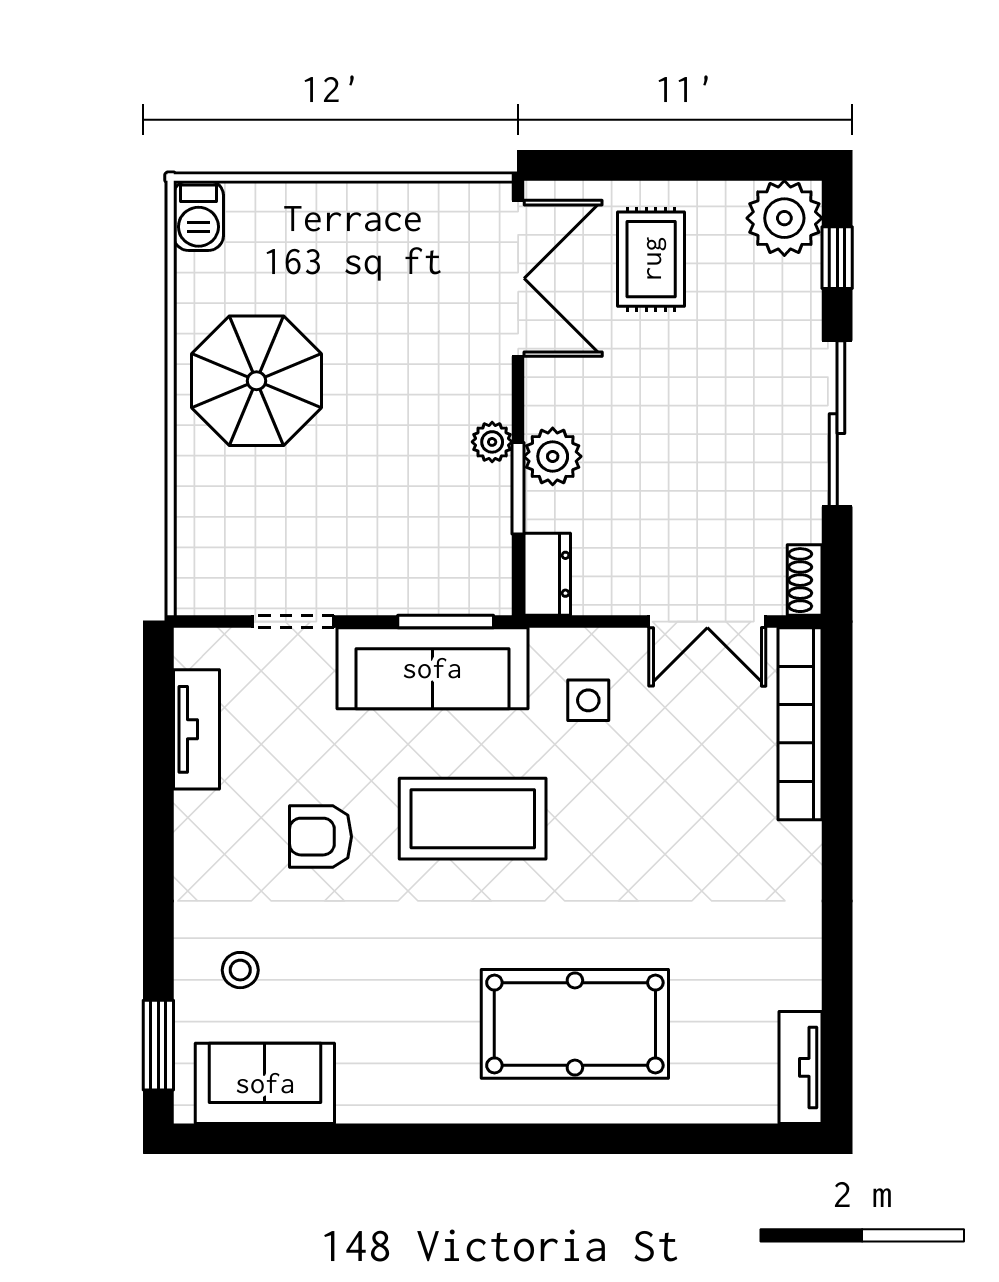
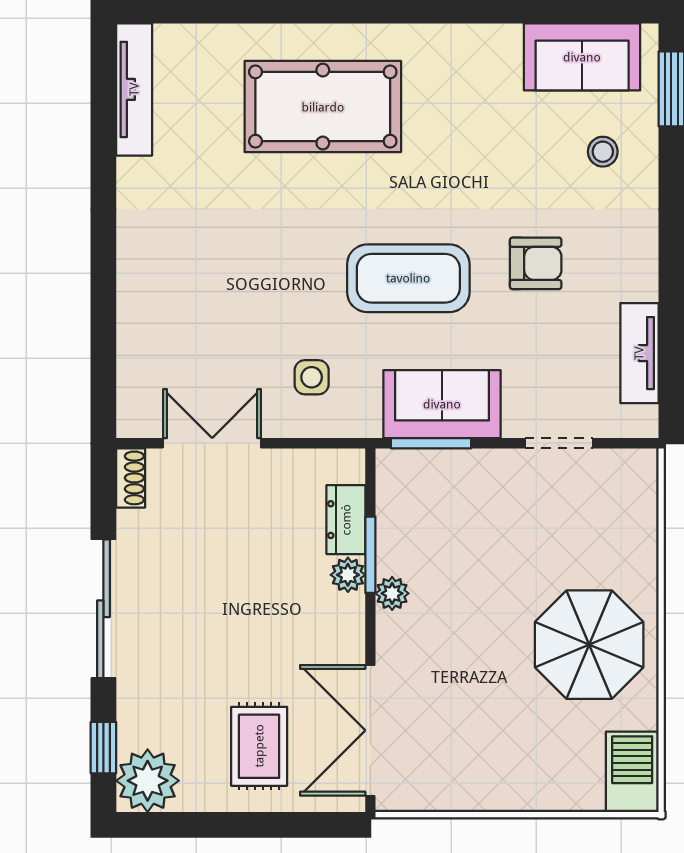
barbecue: (198, 216) -> (632, 772), width x1.38, depth x1.27
plant: (553, 456) -> (348, 575), width x0.73, depth x0.73
dresser: (547, 574) -> (346, 520), moved
sofa: (432, 668) -> (442, 404), width x0.73
bookcase: (800, 724) -> (134, 358), removed
tv unit: (800, 1067) -> (134, 89), width x1.41

